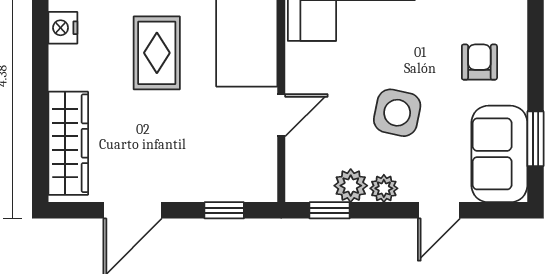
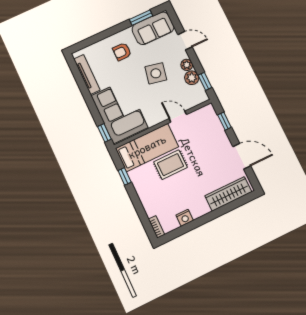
rug: (157, 53) -> (170, 165), moved

